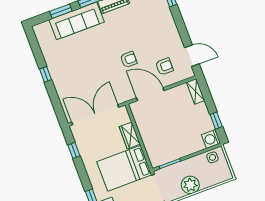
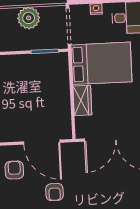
armchair: (129, 59) -> (55, 192), turned -90
armchair: (164, 66) -> (14, 170), turned 90

